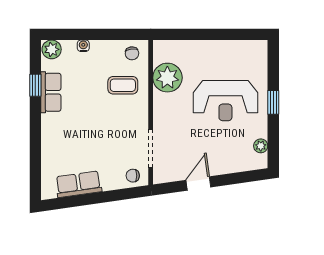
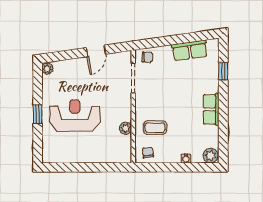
plant: (167, 78) -> (125, 128), width x0.53, depth x0.53
window: (35, 85) -> (223, 71), moved
row of seats: (51, 92) -> (211, 109), moved
plant: (261, 146) -> (47, 69), moved

